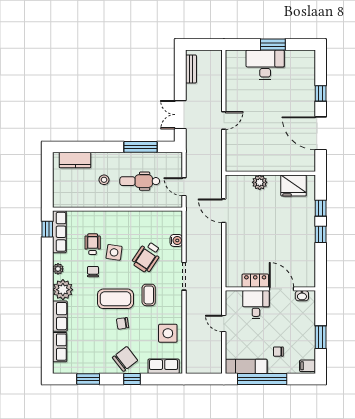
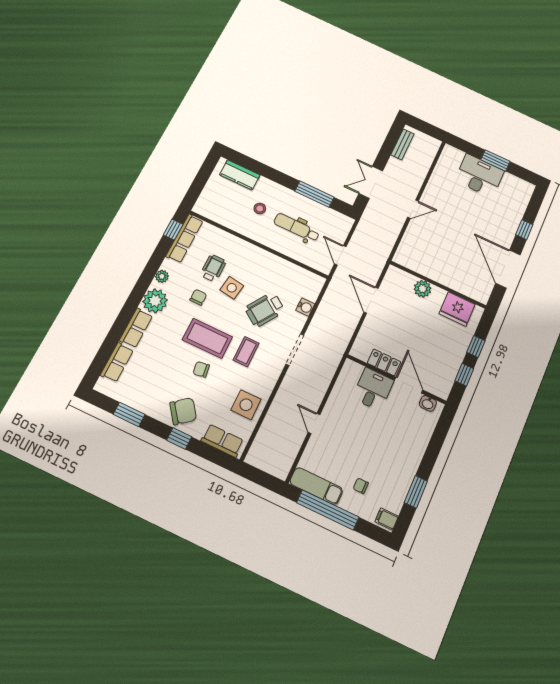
locker: (255, 281) -> (384, 362), moved
wall: (270, 289) -> (396, 379), moved
door: (281, 289) -> (409, 385), moved
washbasin: (302, 296) -> (428, 403), moved
desk: (256, 305) -> (373, 389), moved

